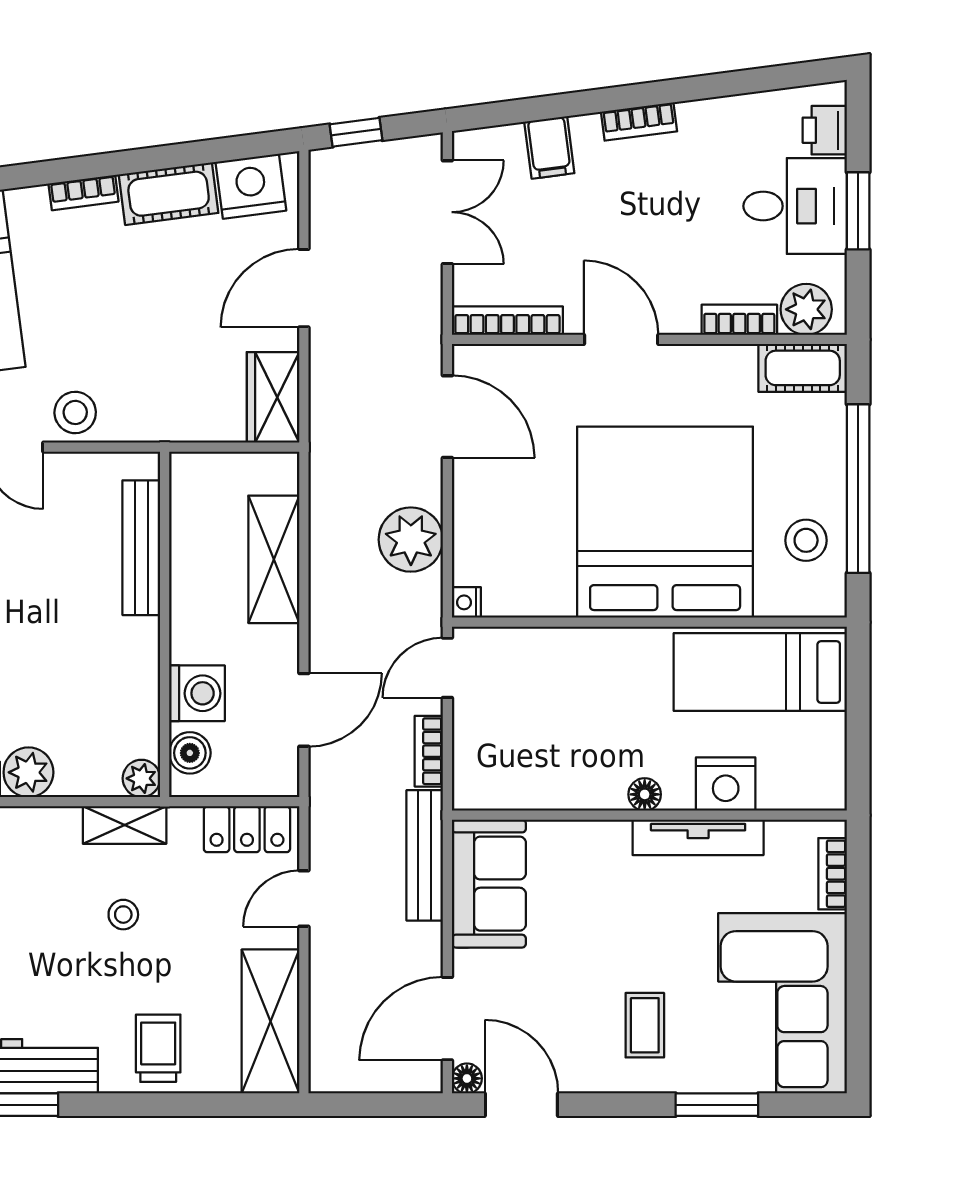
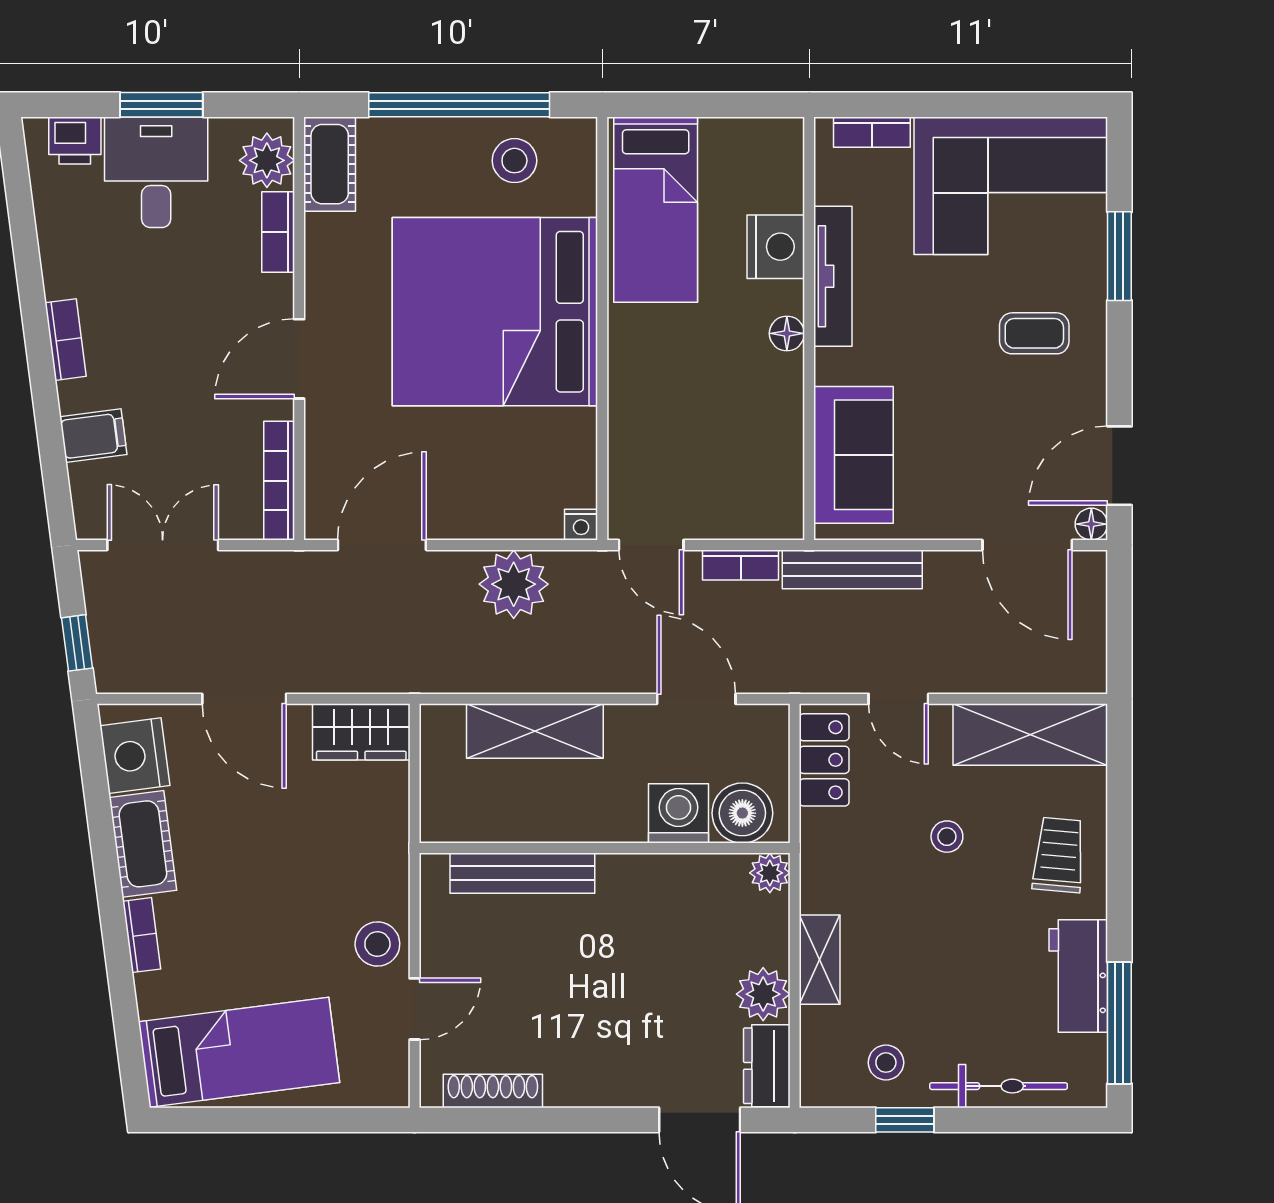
boiler: (190, 753) -> (742, 813), width x1.36, depth x1.36
shelving: (125, 825) -> (820, 960), moved
sofa: (489, 884) -> (854, 455), moved, turned 90
stool: (123, 915) -> (947, 837), moved
trolley: (158, 1048) -> (1059, 855), turned 95

